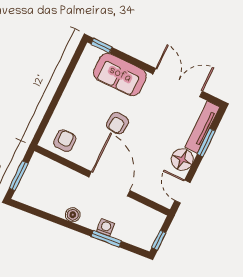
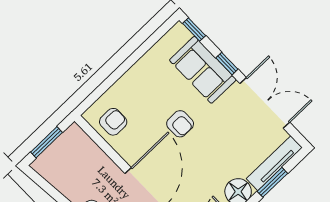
window: (137, 63) -> (227, 64), added
armchair: (118, 123) -> (180, 124), turned -96

